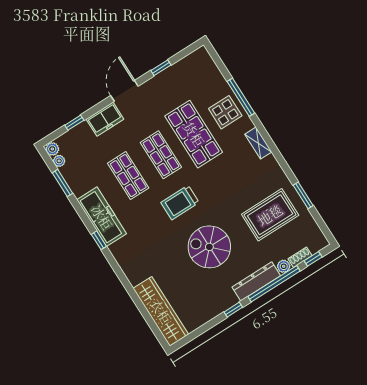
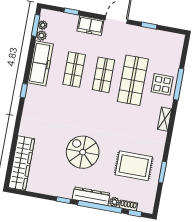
plant: (52, 149) -> (41, 36), moved
window: (62, 183) -> (36, 25), moved
trolley: (180, 203) -> (89, 112), removed
freezer: (102, 217) -> (40, 63), moved

